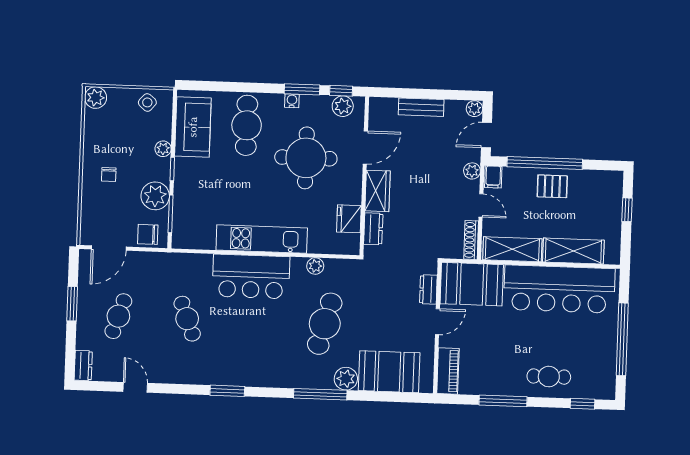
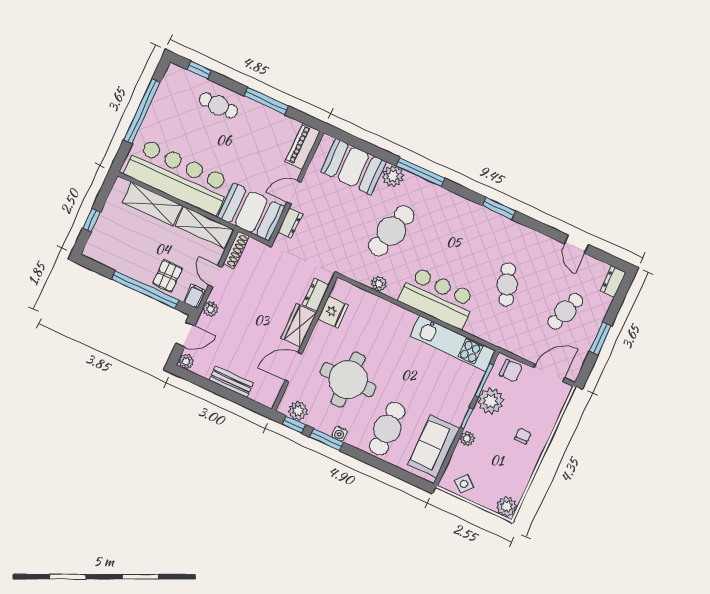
pallet: (552, 186) -> (167, 276), moved, turned 90
kitchen unit: (262, 239) -> (453, 343), moved

